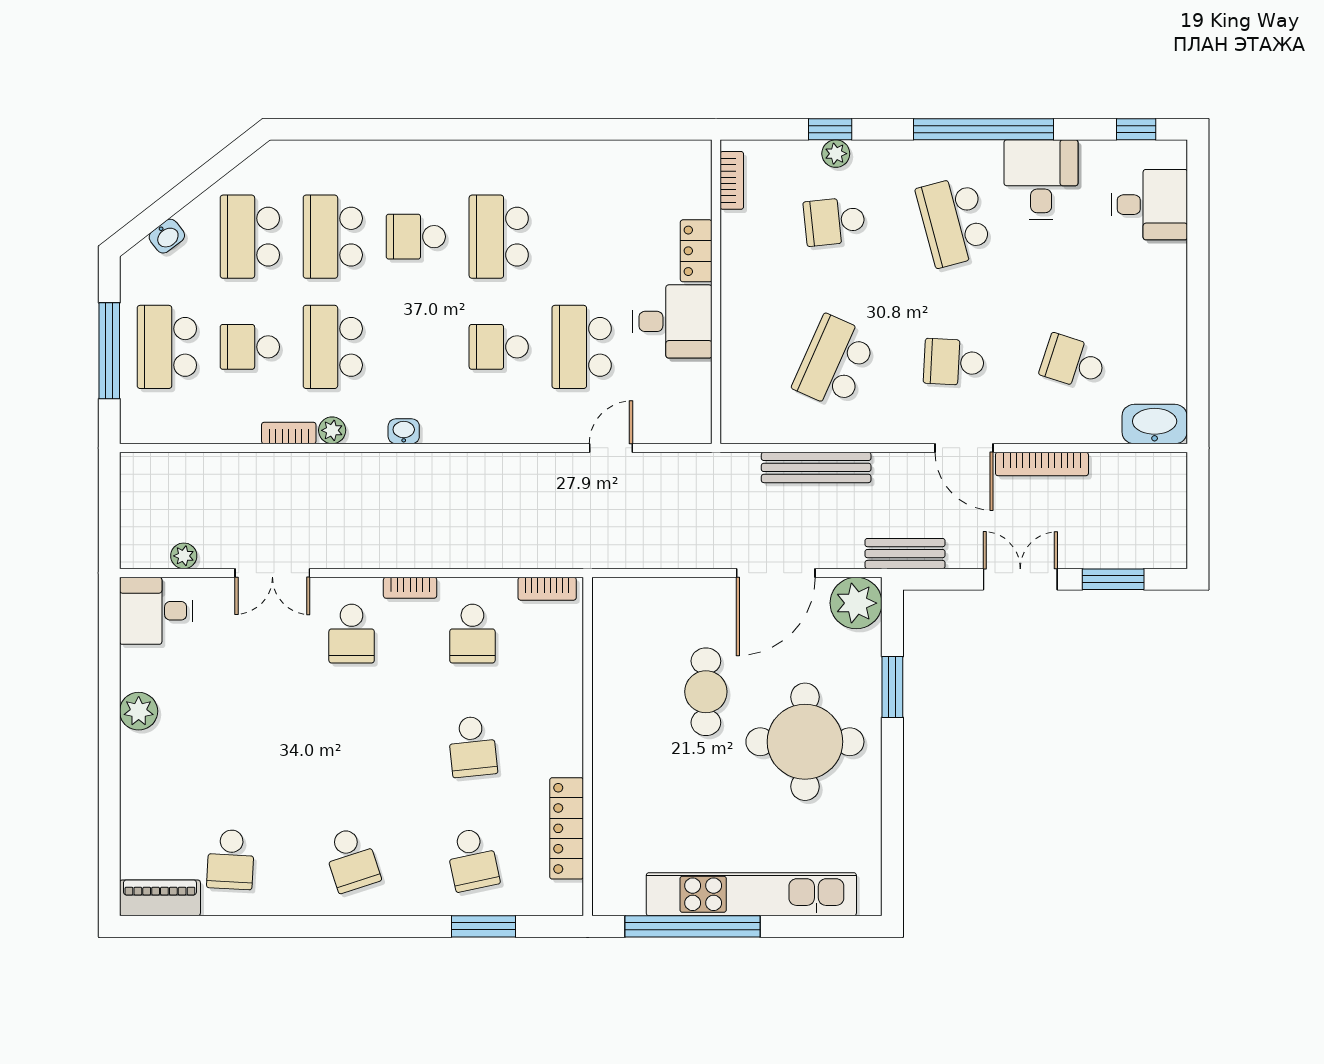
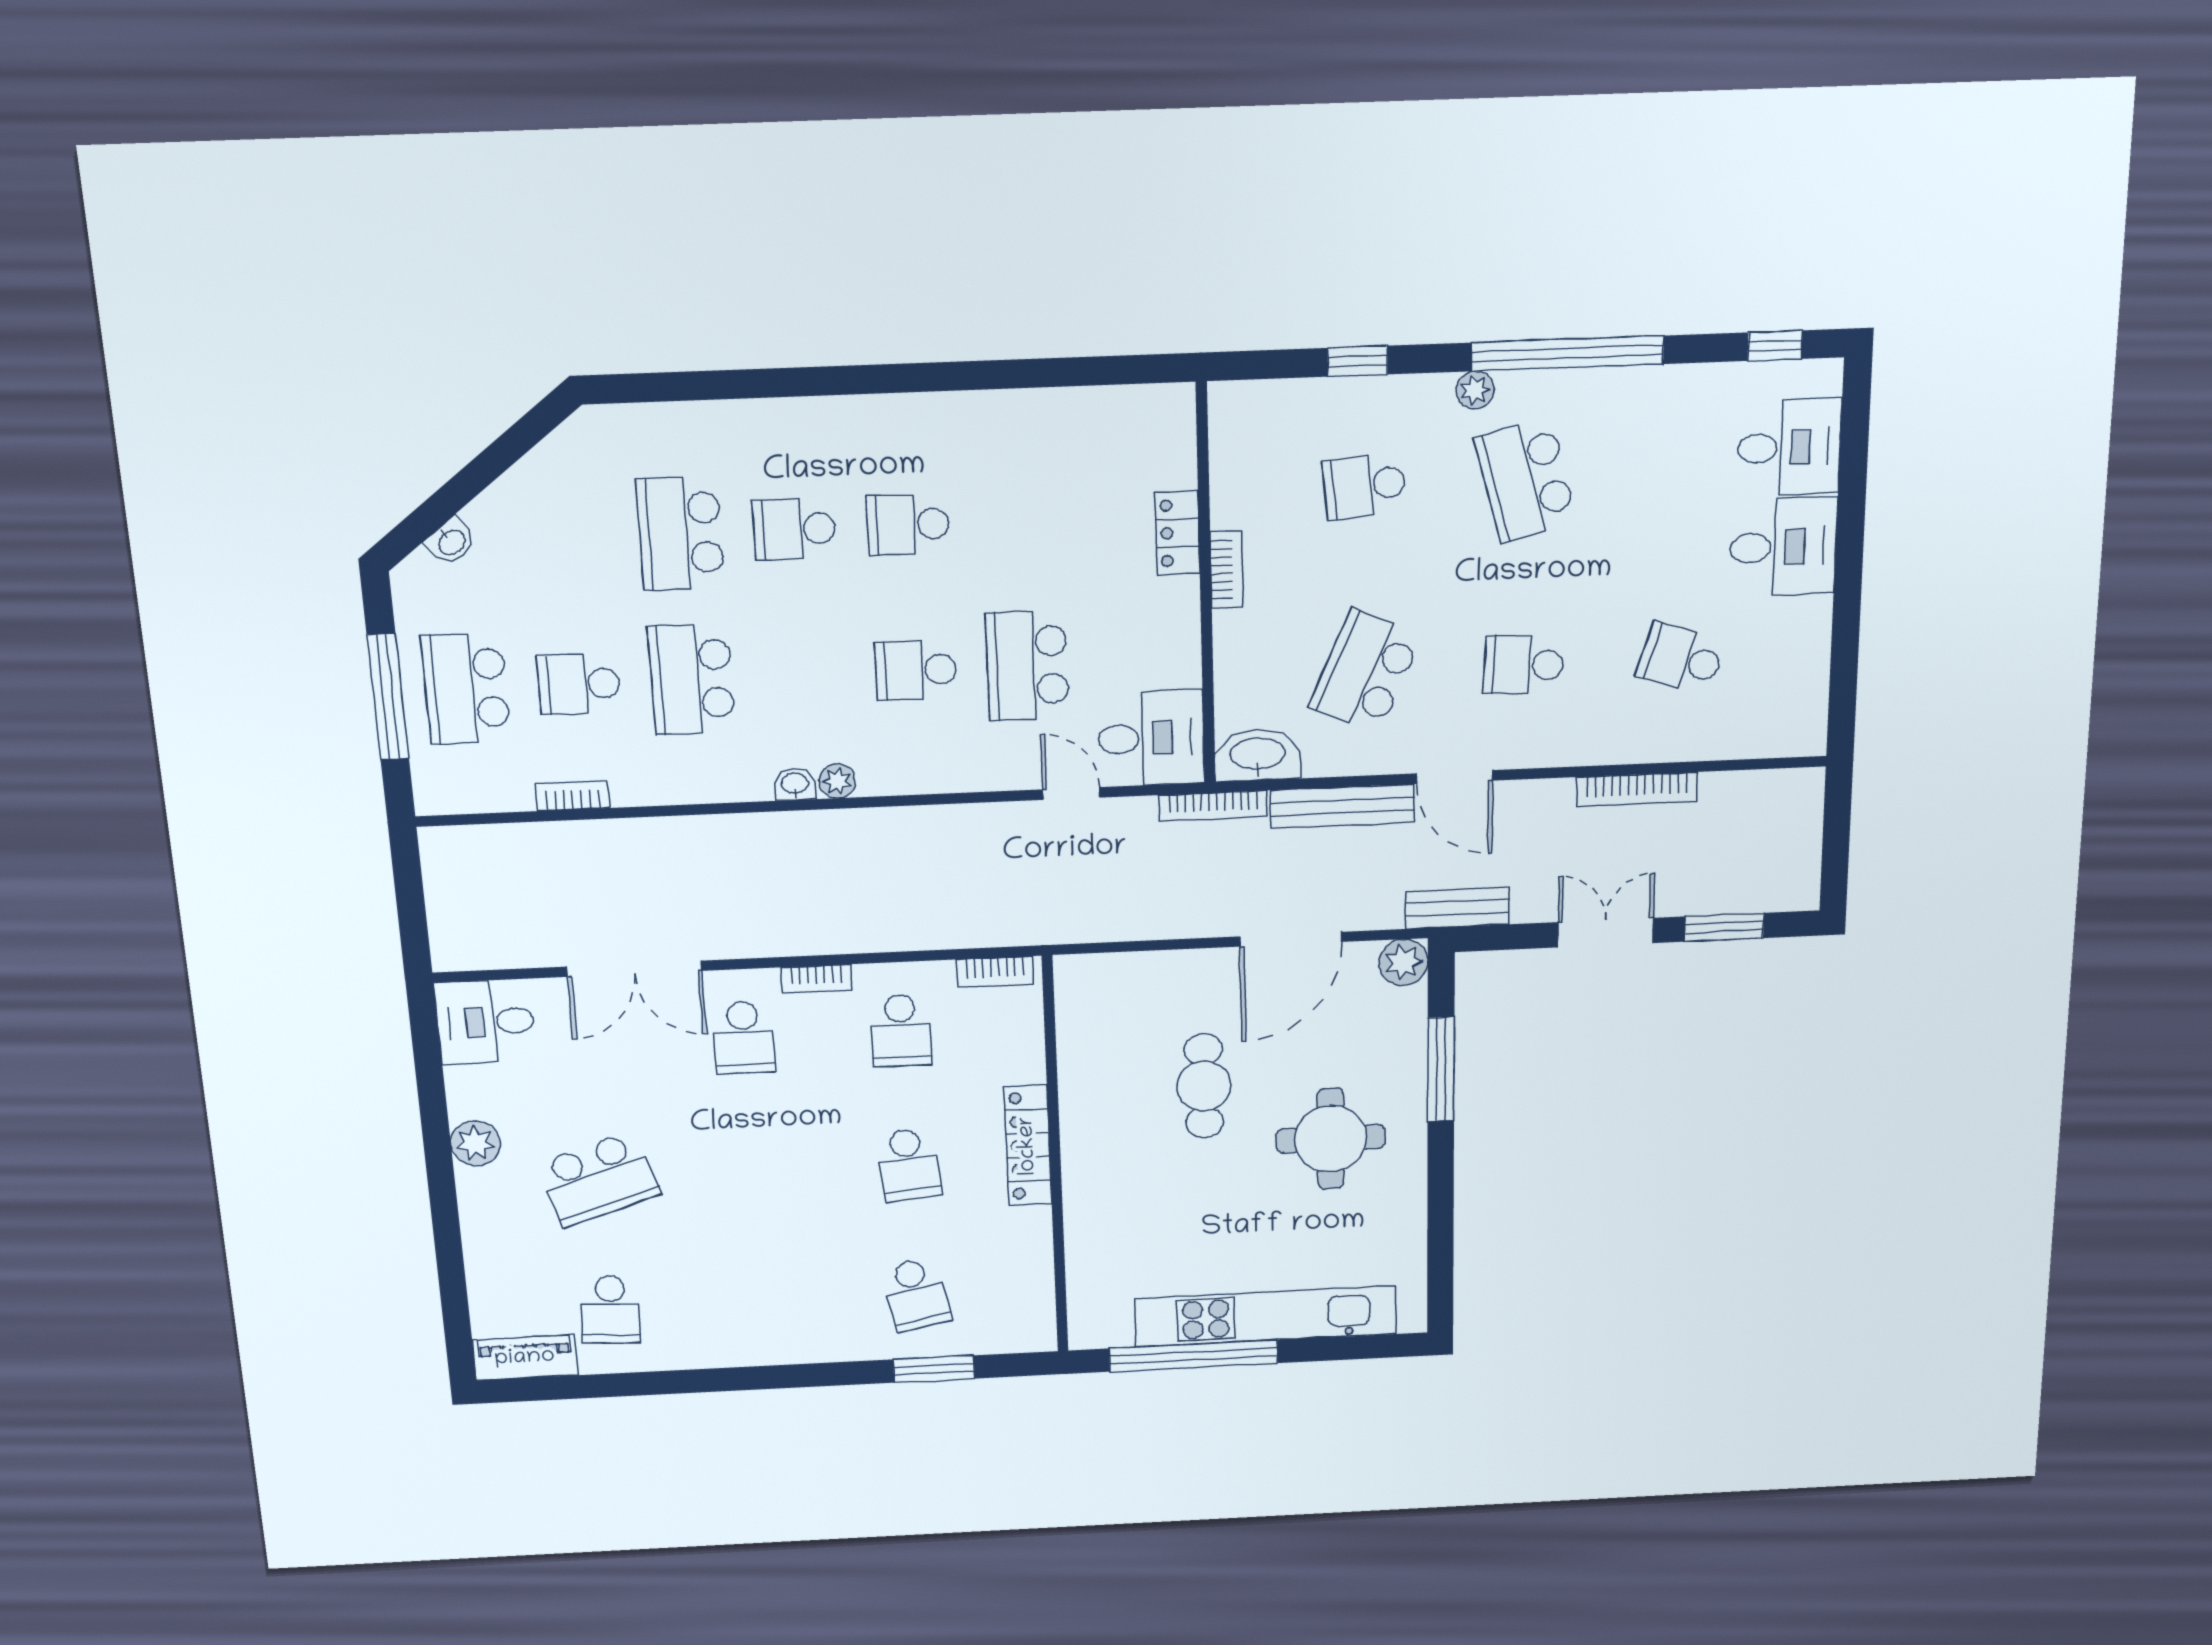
plant: (836, 154) -> (1475, 390), moved
desk: (1041, 179) -> (1783, 547), moved, turned 90
bookcase: (732, 180) -> (1227, 569), moved
school desk: (250, 237) -> (566, 538), removed
school desk: (499, 237) -> (908, 524), width x0.54
desk: (672, 321) -> (1151, 738), moved
washbasin: (1155, 424) -> (1258, 755), moved
plant: (332, 430) -> (837, 781), moved
bookcase: (289, 433) -> (572, 796), moved
door: (611, 448) -> (1071, 794), hinge flipped
door: (964, 448) -> (1455, 777), moved
bookcase: (718, 463) -> (1213, 806), added
plant: (184, 556) -> (515, 953), removed
double door: (272, 573) -> (634, 969), width x1.37
plant: (856, 603) -> (1404, 962), width x0.73, depth x0.73
window: (892, 687) -> (1441, 1069), width x1.44
round table: (805, 742) -> (1331, 1139), width x0.73, depth x0.73
locker: (567, 828) -> (1028, 1146), moved
school desk: (352, 859) -> (598, 1179), moved, width x1.85

